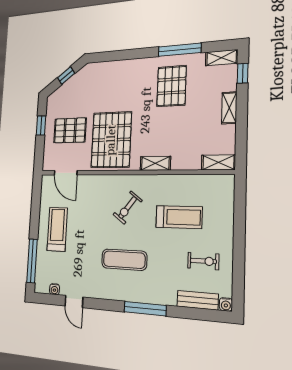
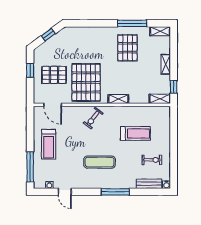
window: (243, 73) -> (174, 87), moved
exercise bike: (128, 208) -> (93, 118), moved
treadmill: (57, 229) -> (49, 144), turned 180

